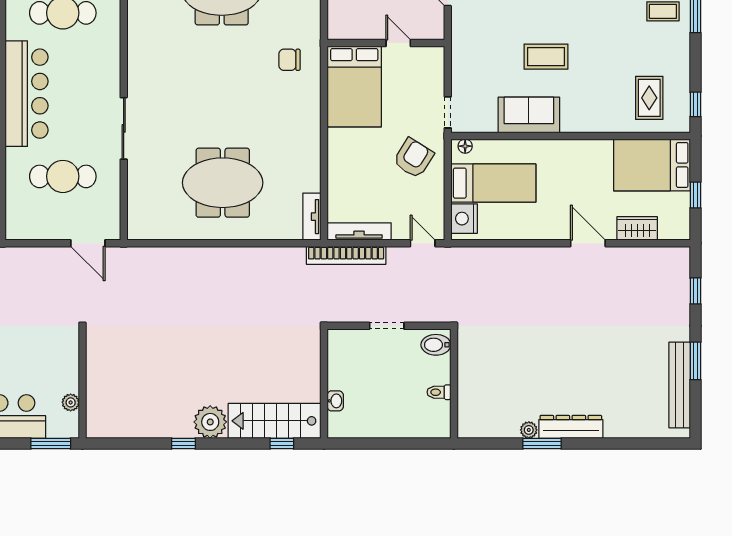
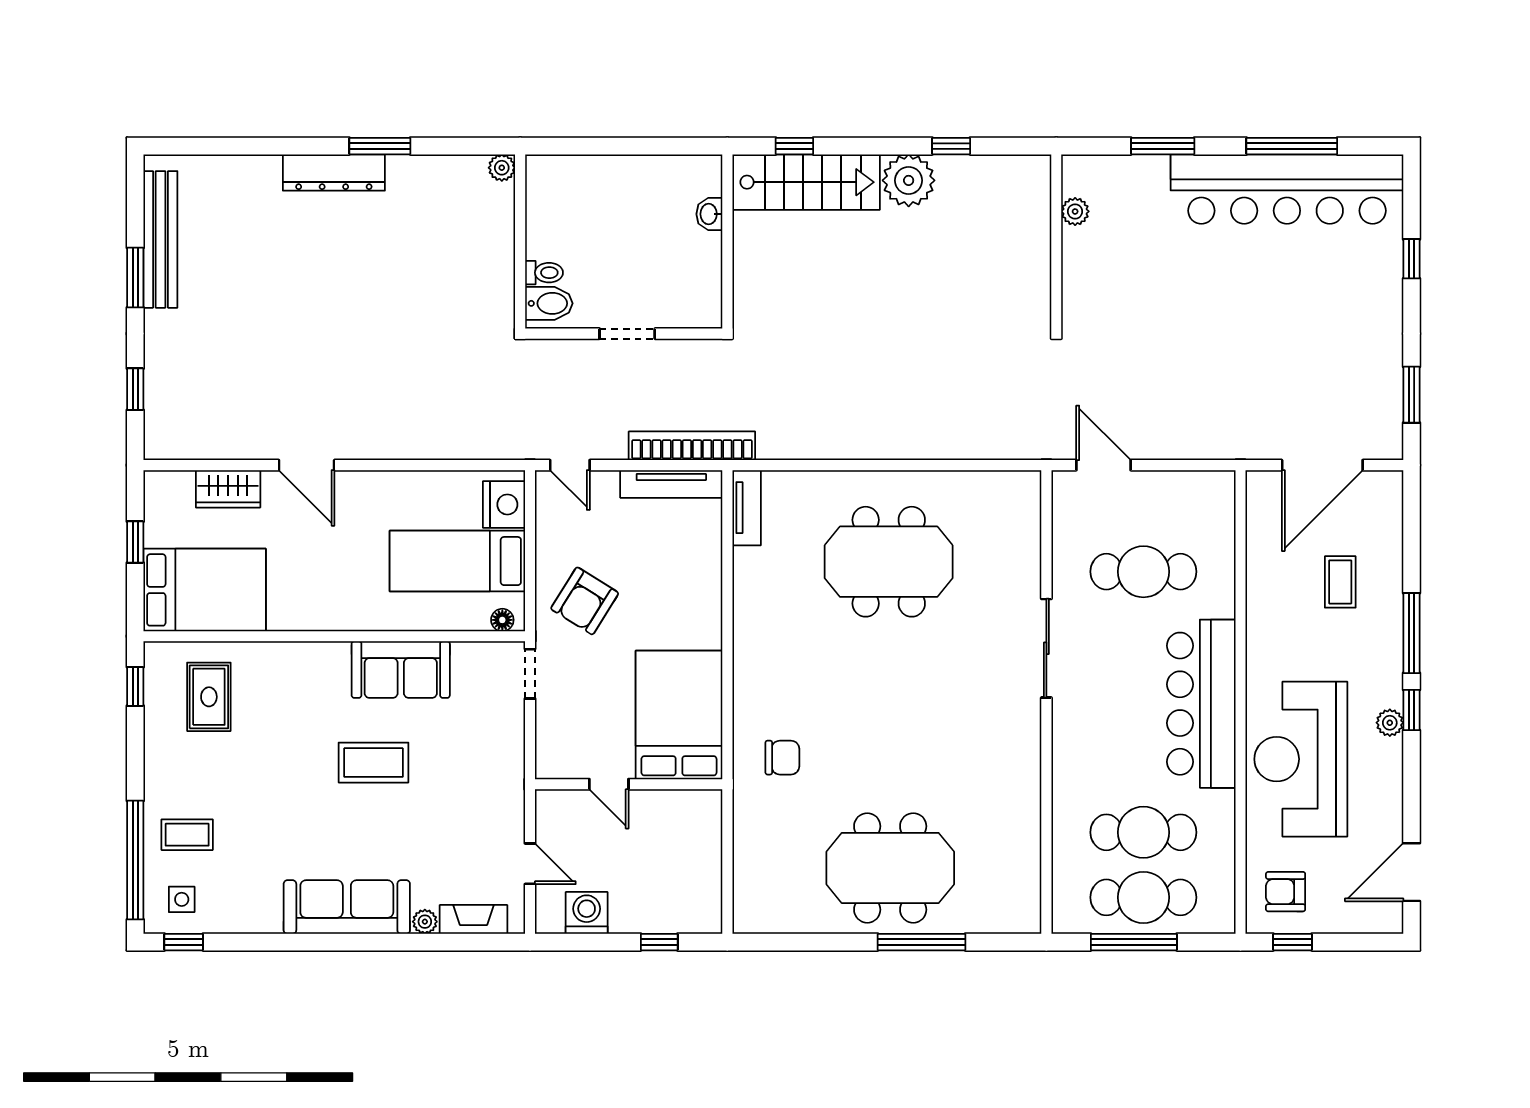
wall: (82, 384) -> (1056, 241), moved
toilet: (439, 392) -> (544, 273), moved
plant: (71, 402) -> (1075, 211), moved
plant: (529, 430) -> (502, 168), moved

